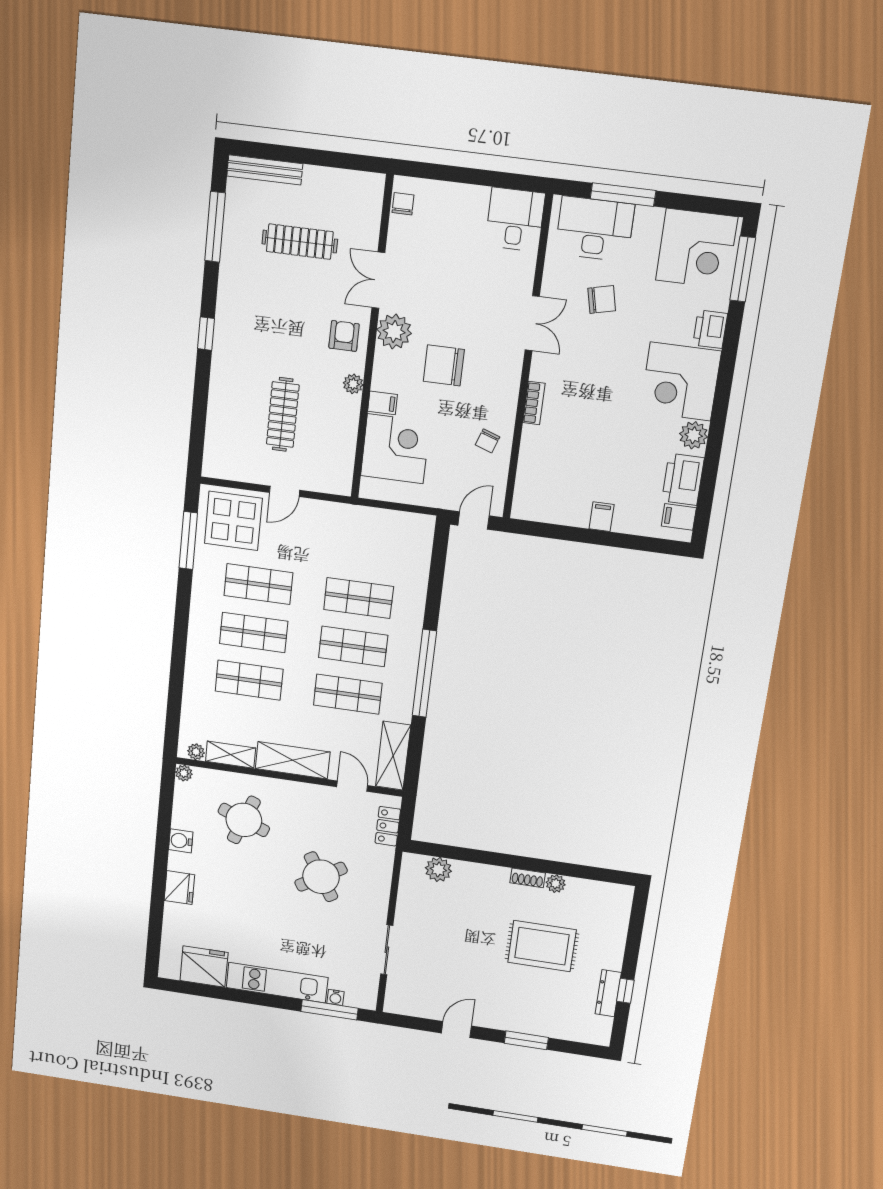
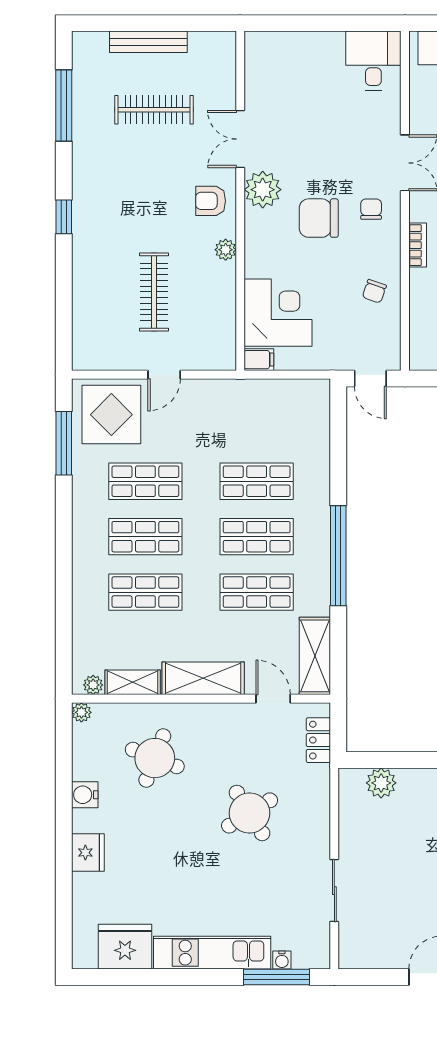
bench: (265, 170) -> (148, 42), moved
chair: (403, 204) -> (371, 209), moved
armchair: (344, 336) -> (211, 201), turned -90
filing cabinet: (382, 403) -> (259, 360), moved
door: (474, 521) -> (370, 379), swing flipped

